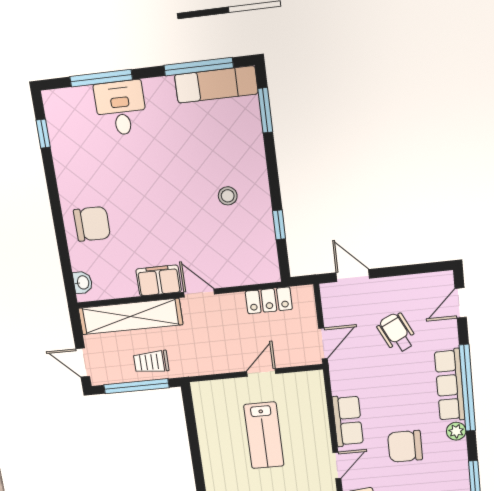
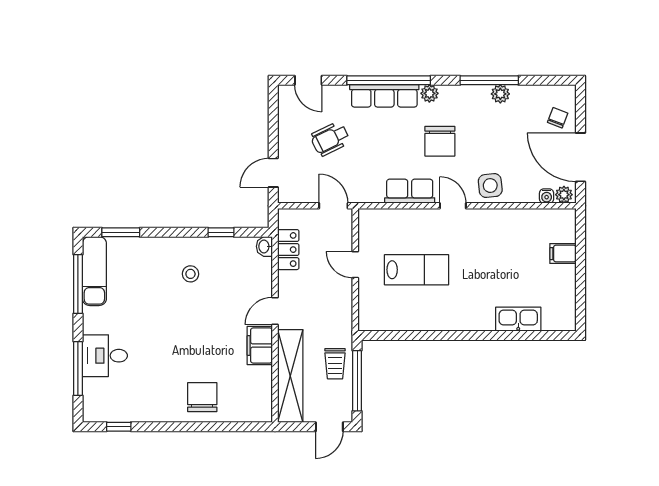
washbasin: (83, 282) -> (264, 246), moved, turned -90

